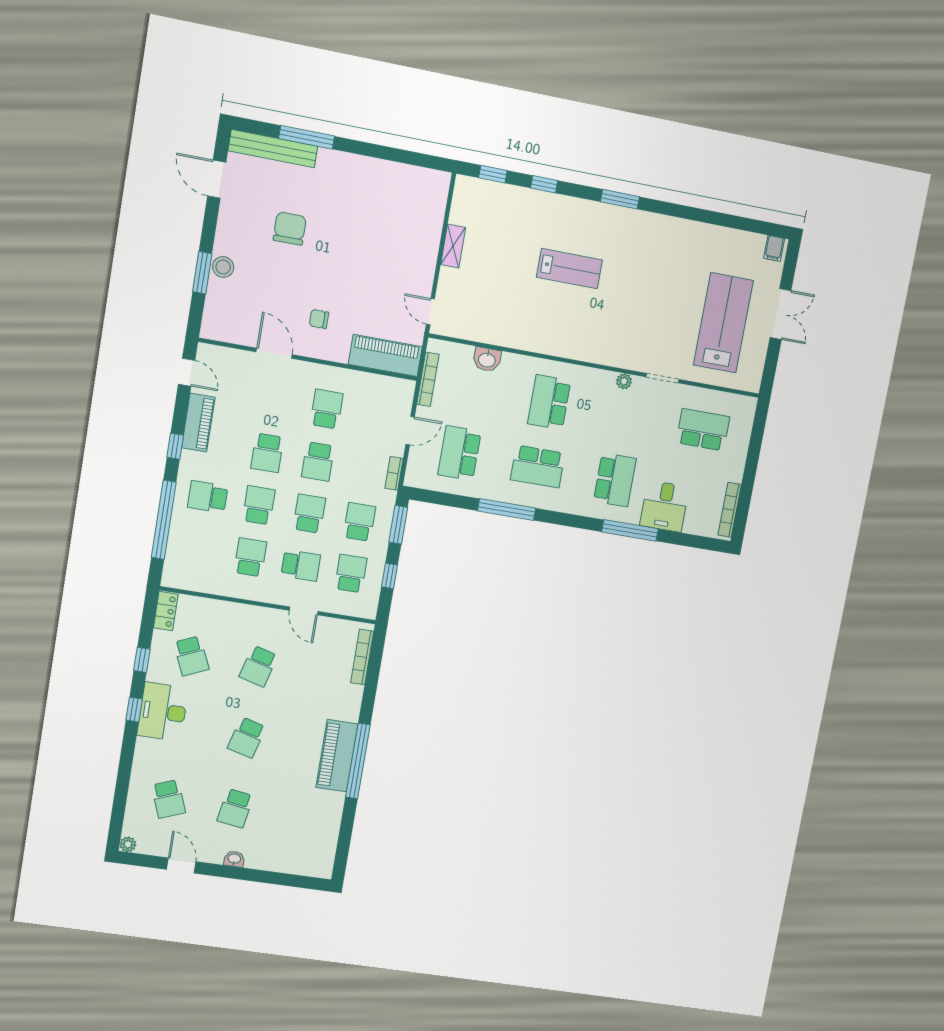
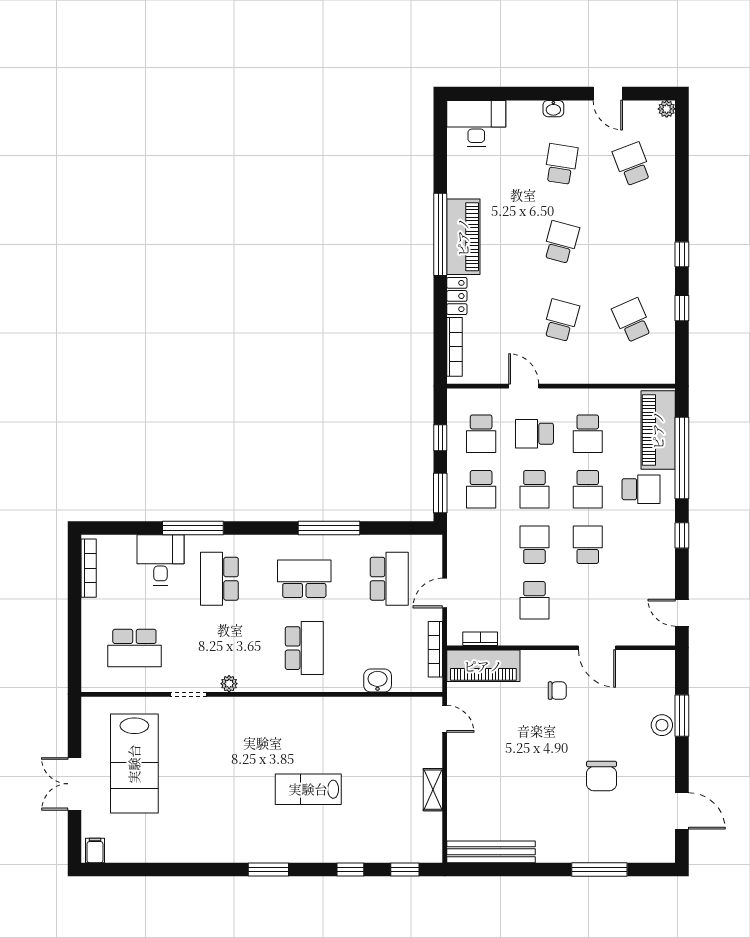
bench: (273, 149) -> (491, 852), moved
piano: (198, 423) -> (658, 430), moved, width x1.37, depth x1.33
bookcase: (394, 473) -> (480, 639), moved, turned -90
locker: (166, 611) -> (457, 296), moved, turned 180
desk: (163, 712) -> (476, 123), moved, turned -90

